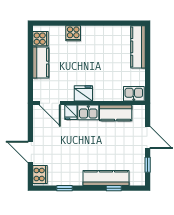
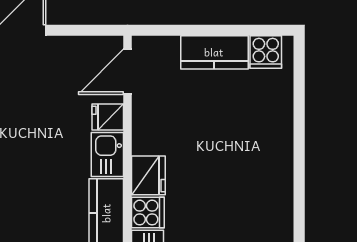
cooker: (73, 33) -> (148, 213), moved, turned 180
fridge: (83, 93) -> (148, 175), moved

